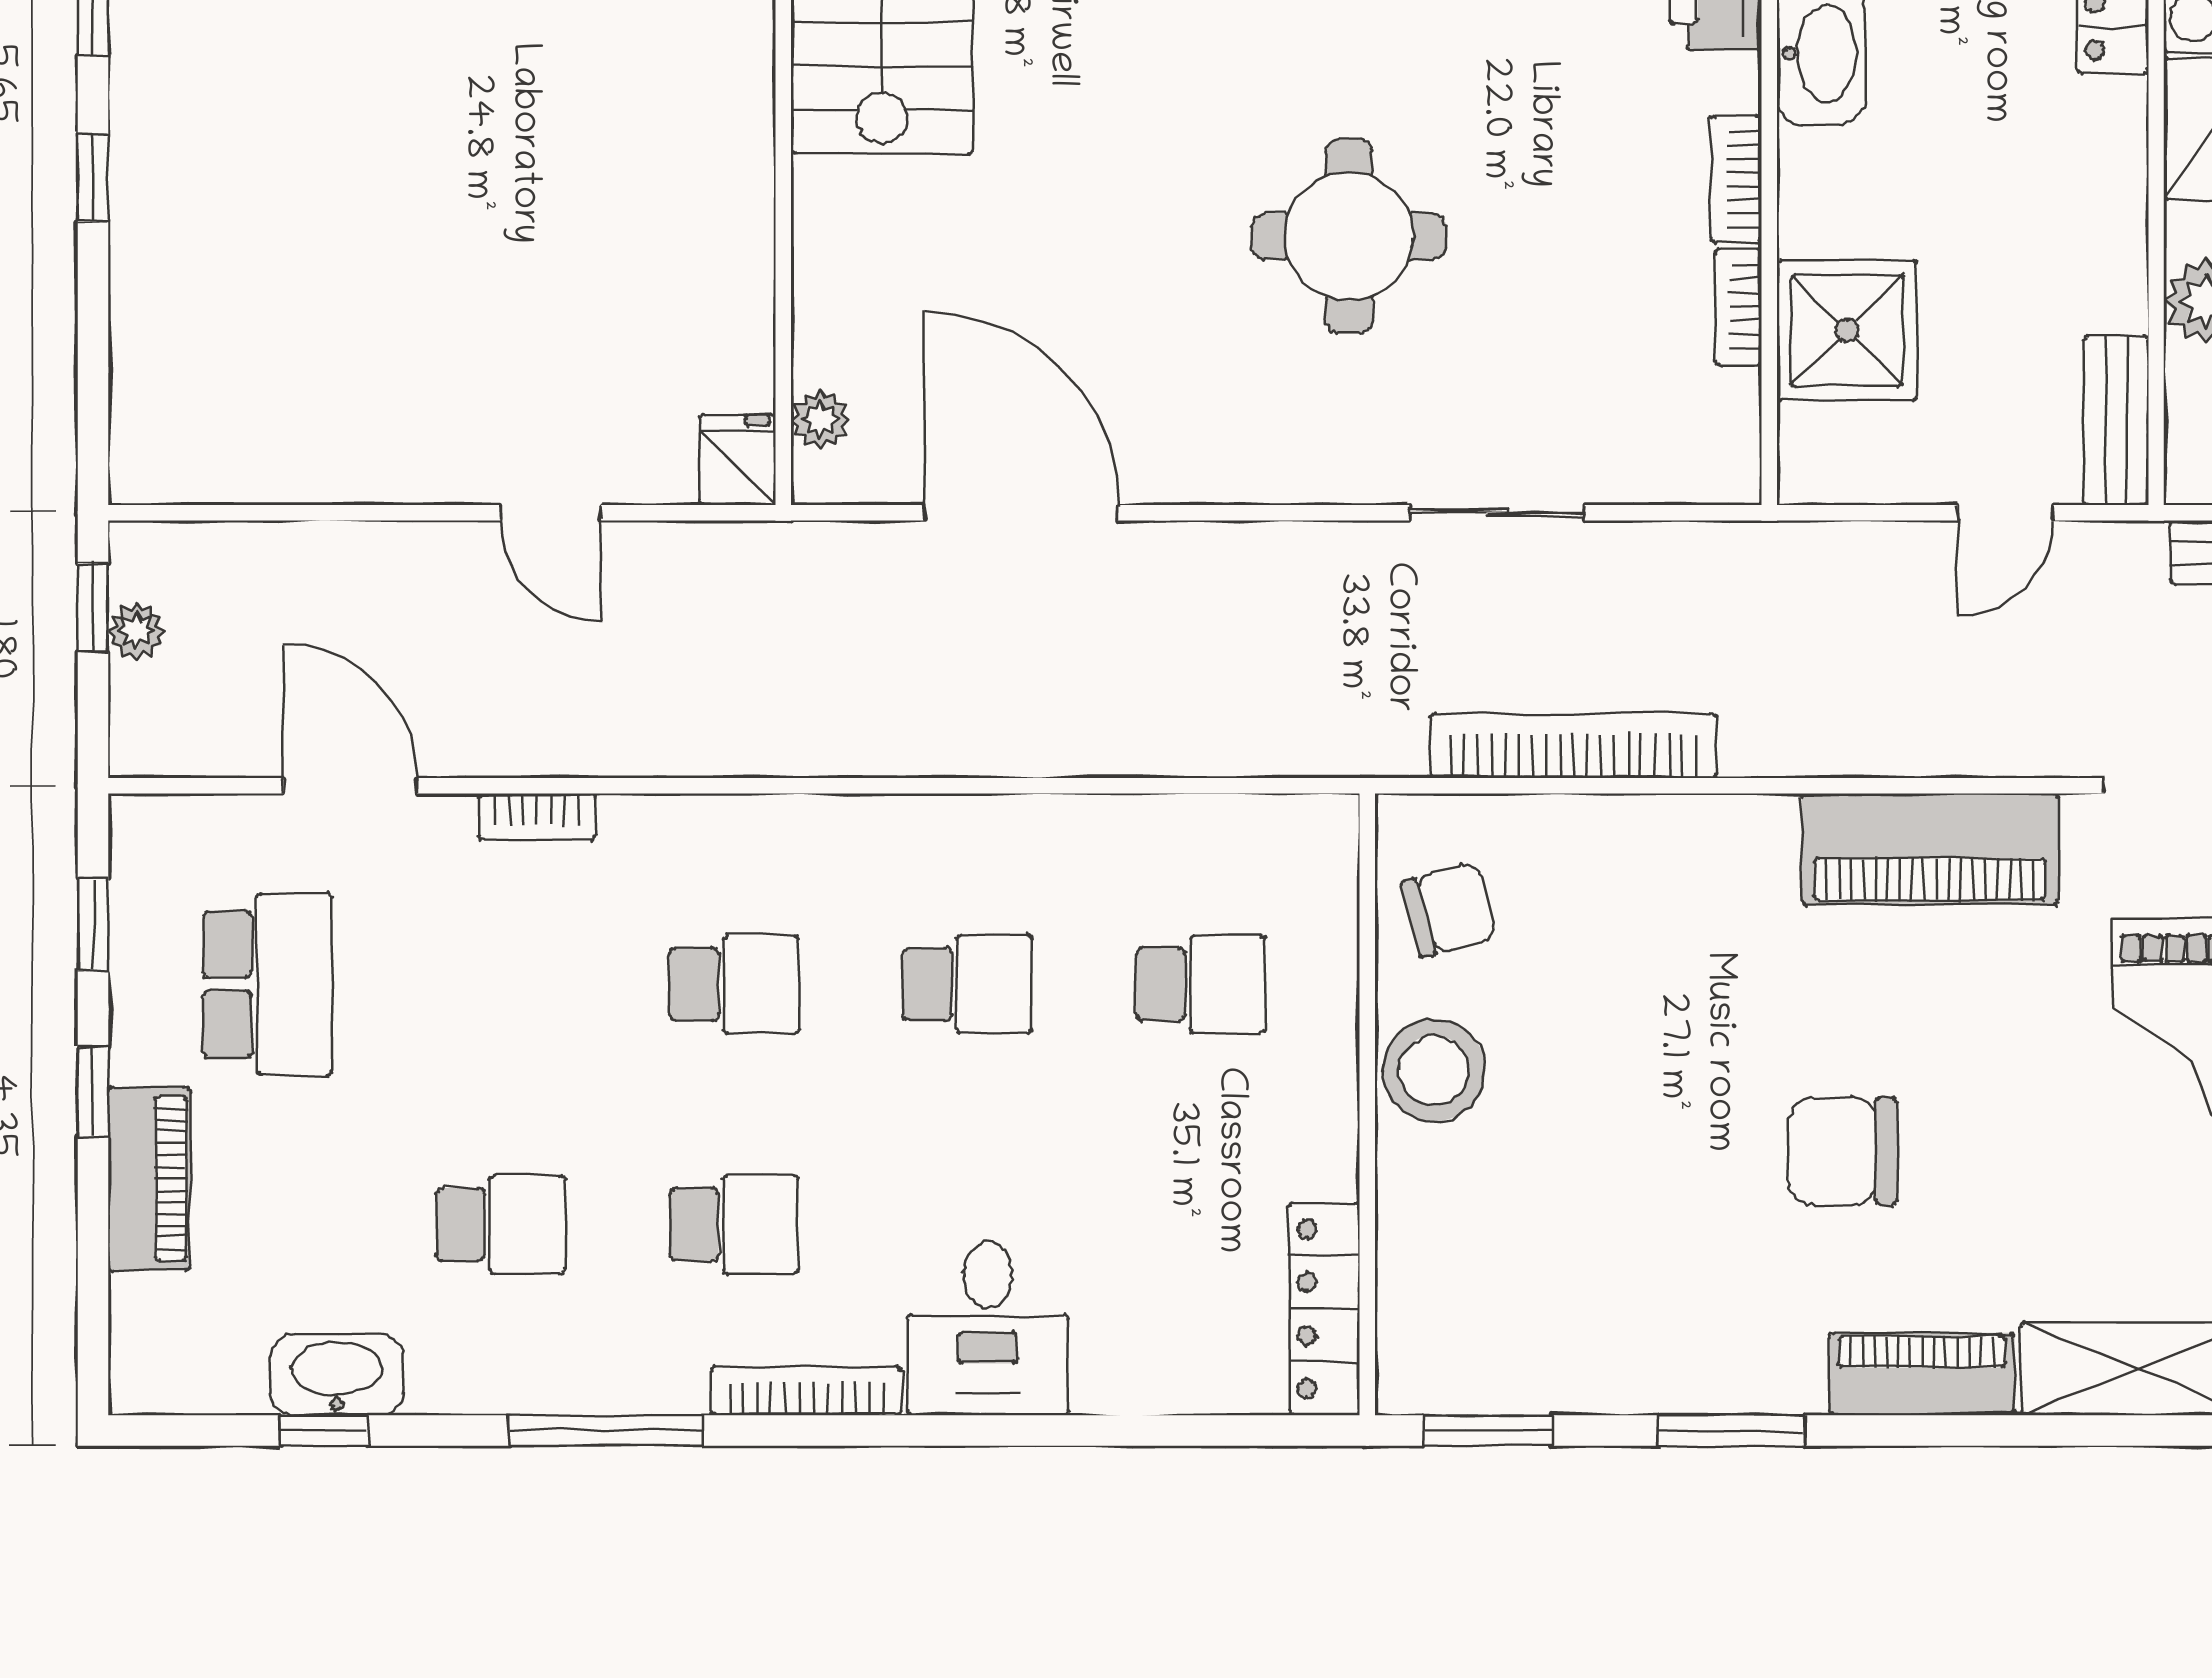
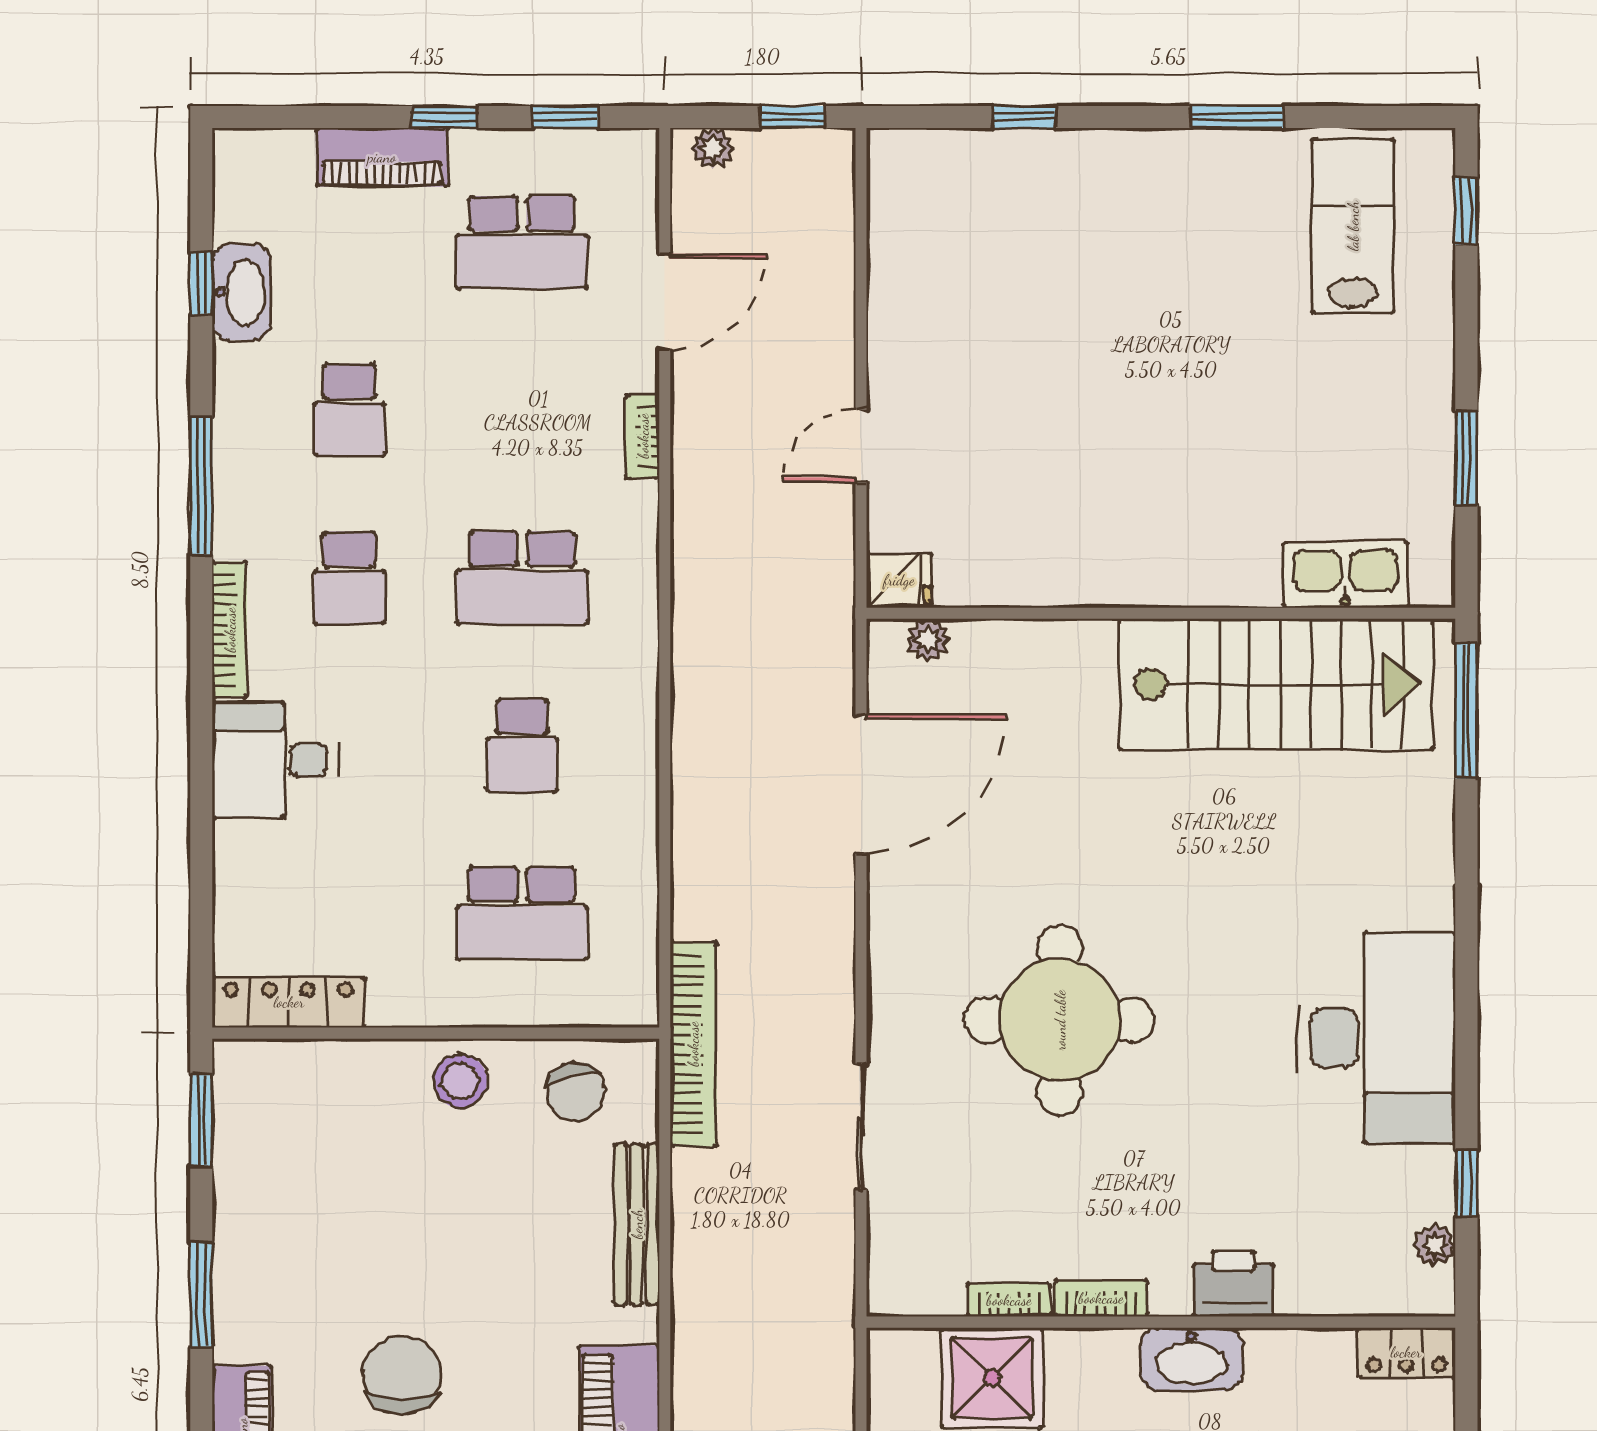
window: (93, 178) -> (1024, 117), moved
round table: (1349, 236) -> (1060, 1020), width x1.36, depth x1.36
plant: (137, 631) -> (713, 148), moved
bookcase: (1573, 746) -> (693, 1044), moved
bench: (1633, 825) -> (637, 1224), added
school desk: (734, 984) -> (522, 578), width x1.85
school desk: (1200, 984) -> (522, 913), width x1.85
stool: (1434, 1070) -> (460, 1081), width x0.73, depth x0.73

